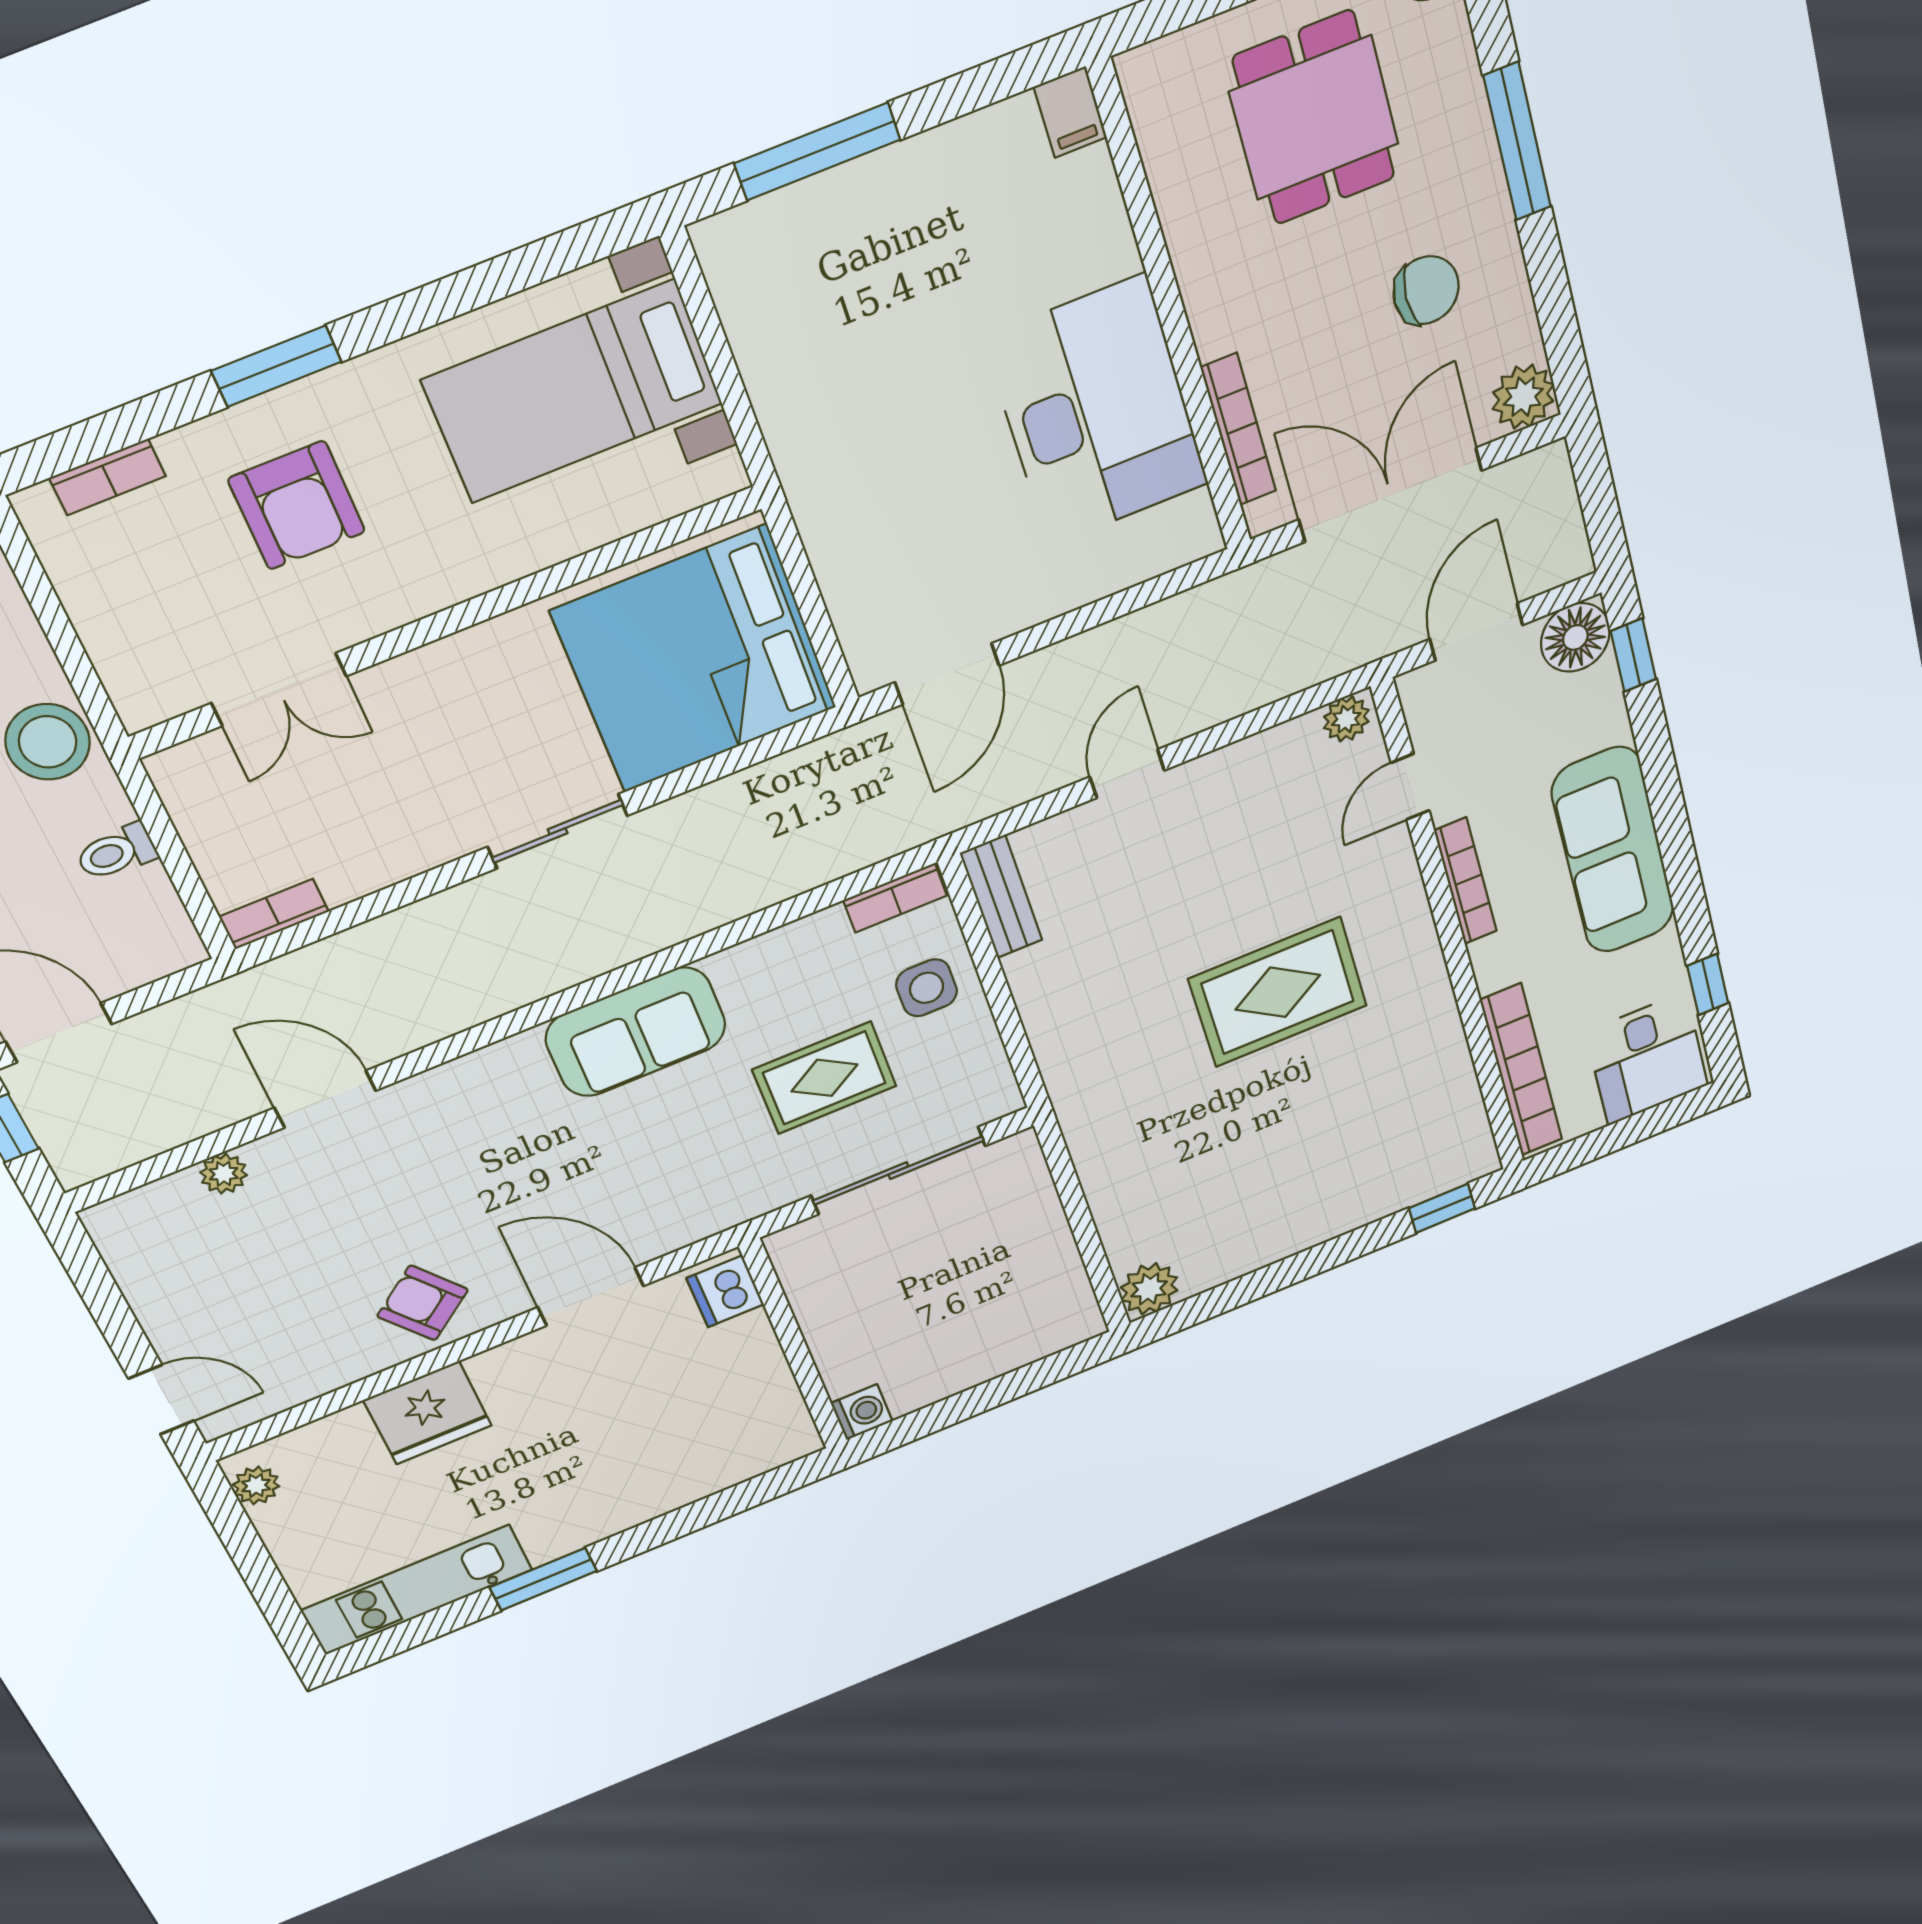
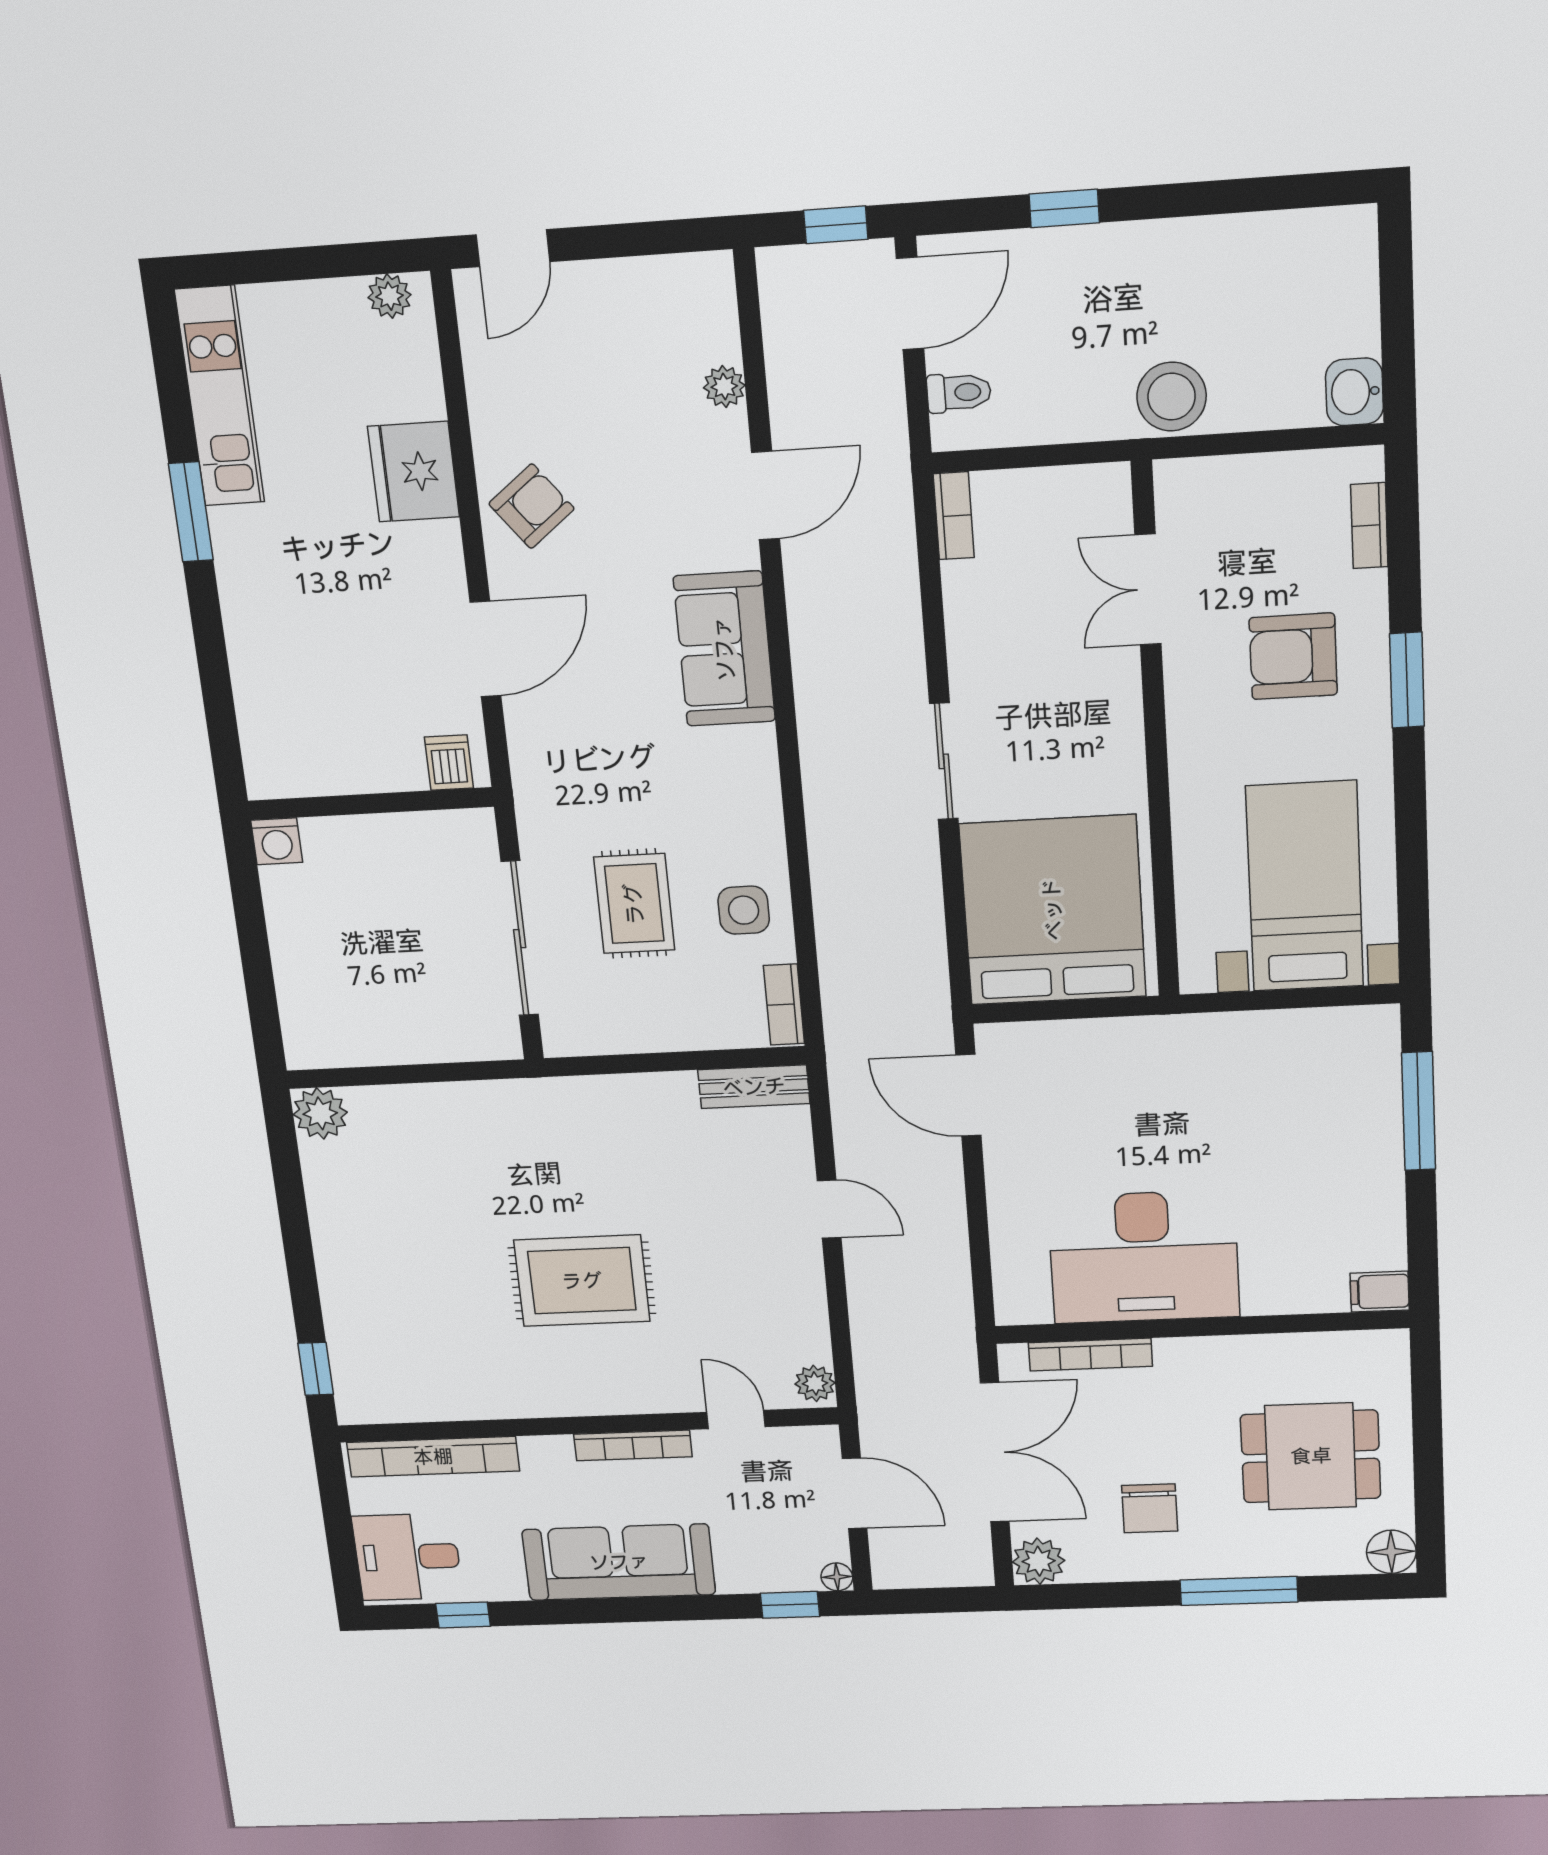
floor lamp: (1575, 637) -> (837, 1577), width x0.53, depth x0.53
toilet: (116, 852) -> (959, 393), moved, turned 90
side table: (927, 988) -> (744, 910), moved
rug: (1278, 992) -> (582, 1281), turned 90
sofa: (636, 1032) -> (724, 649), moved
dishwasher: (725, 1291) -> (449, 763), width x0.73

